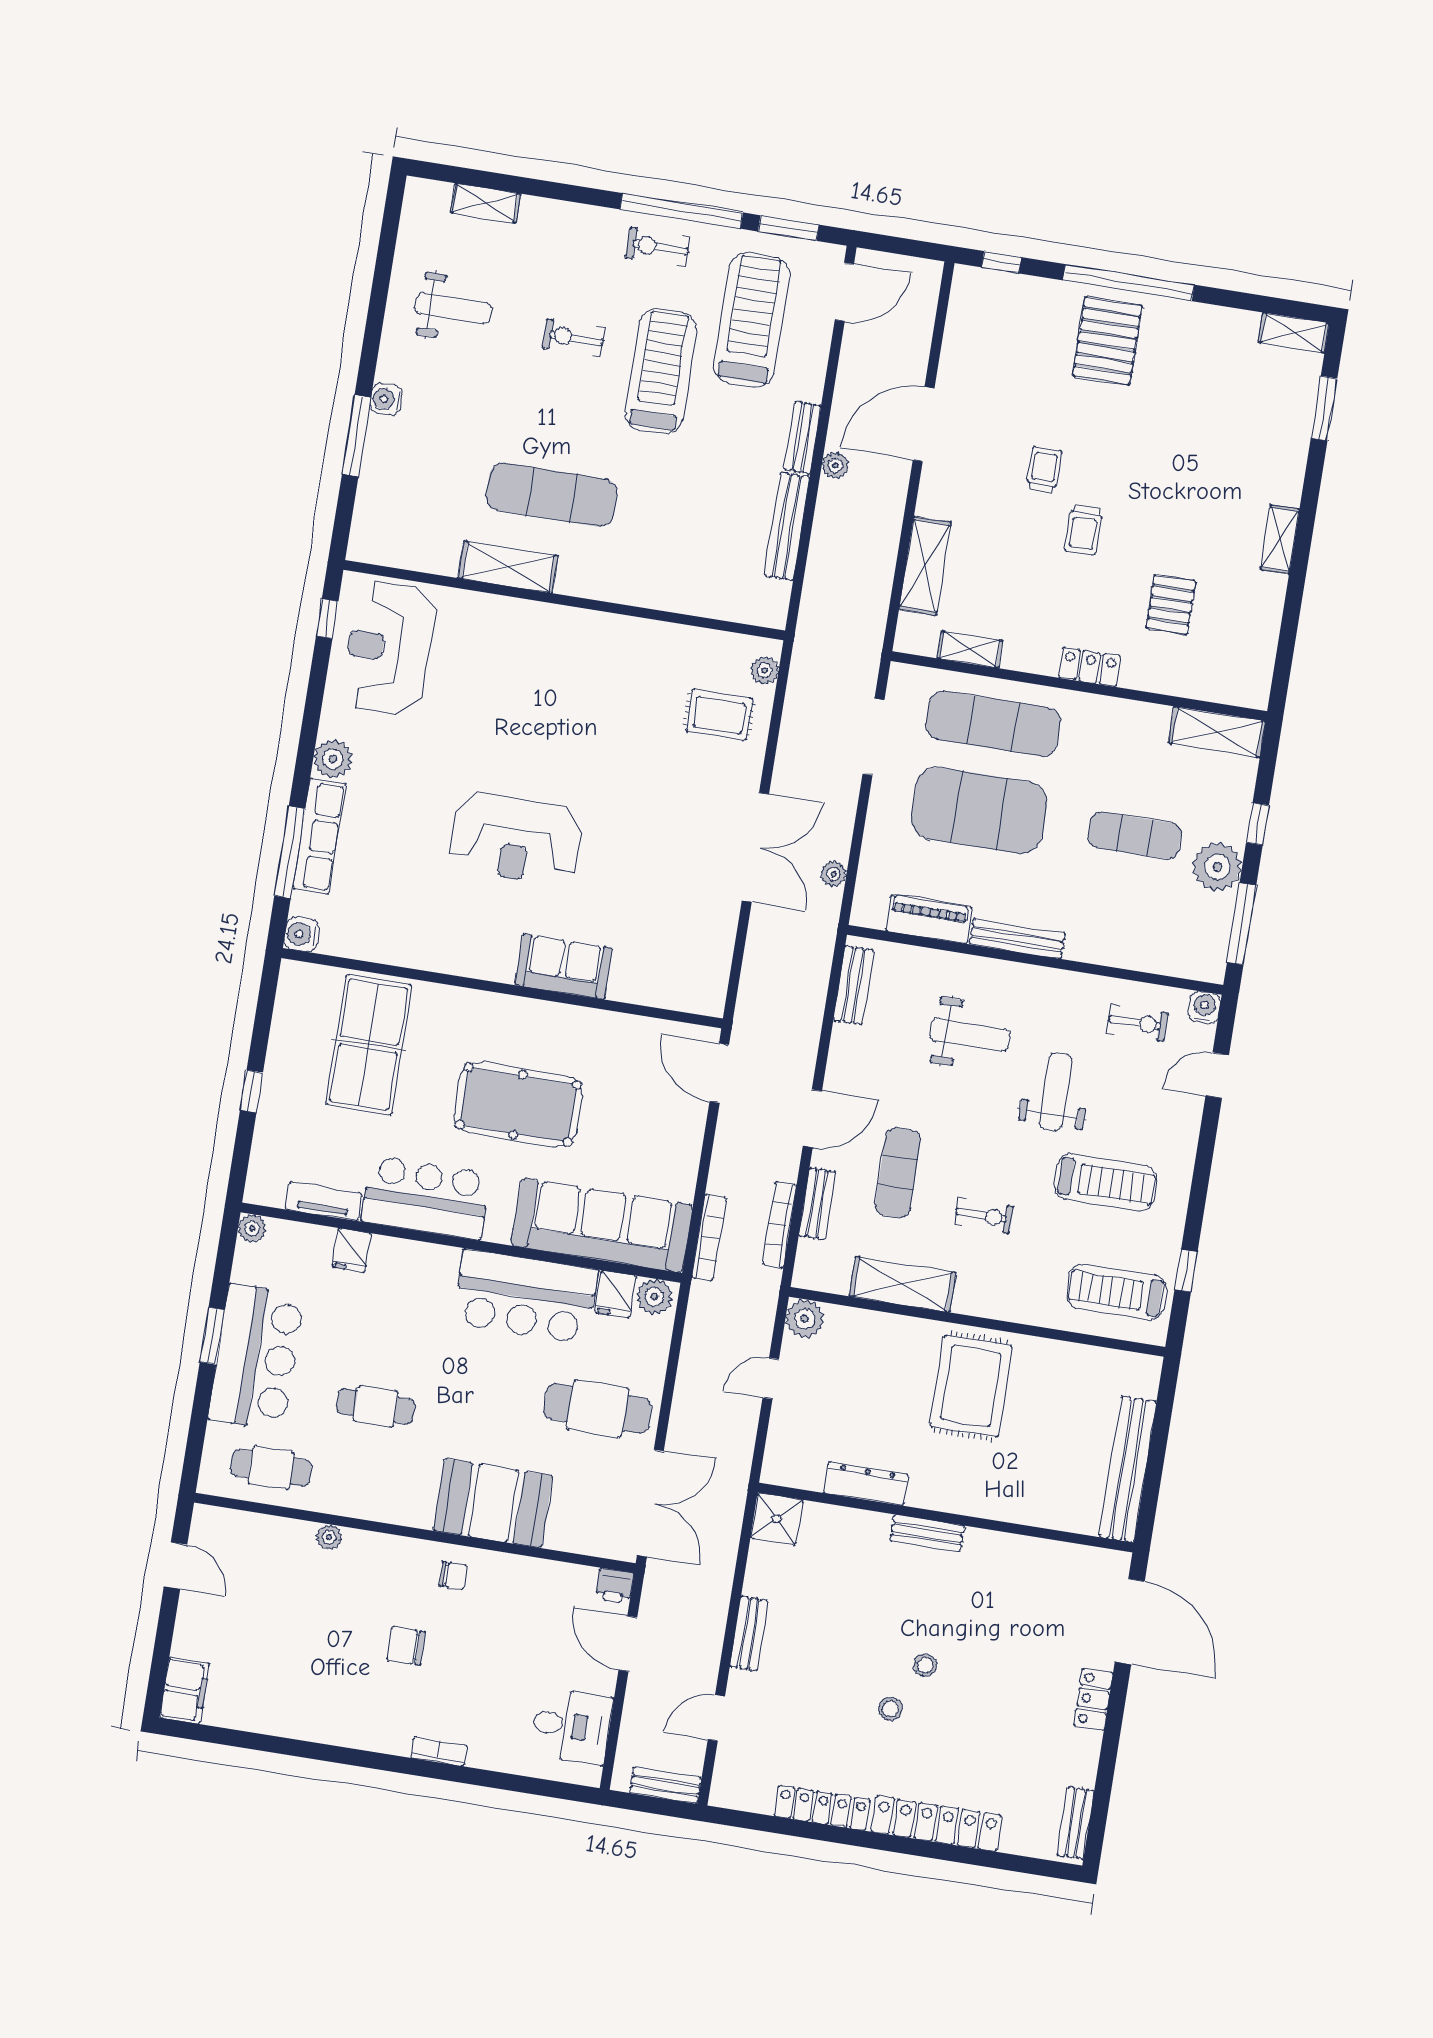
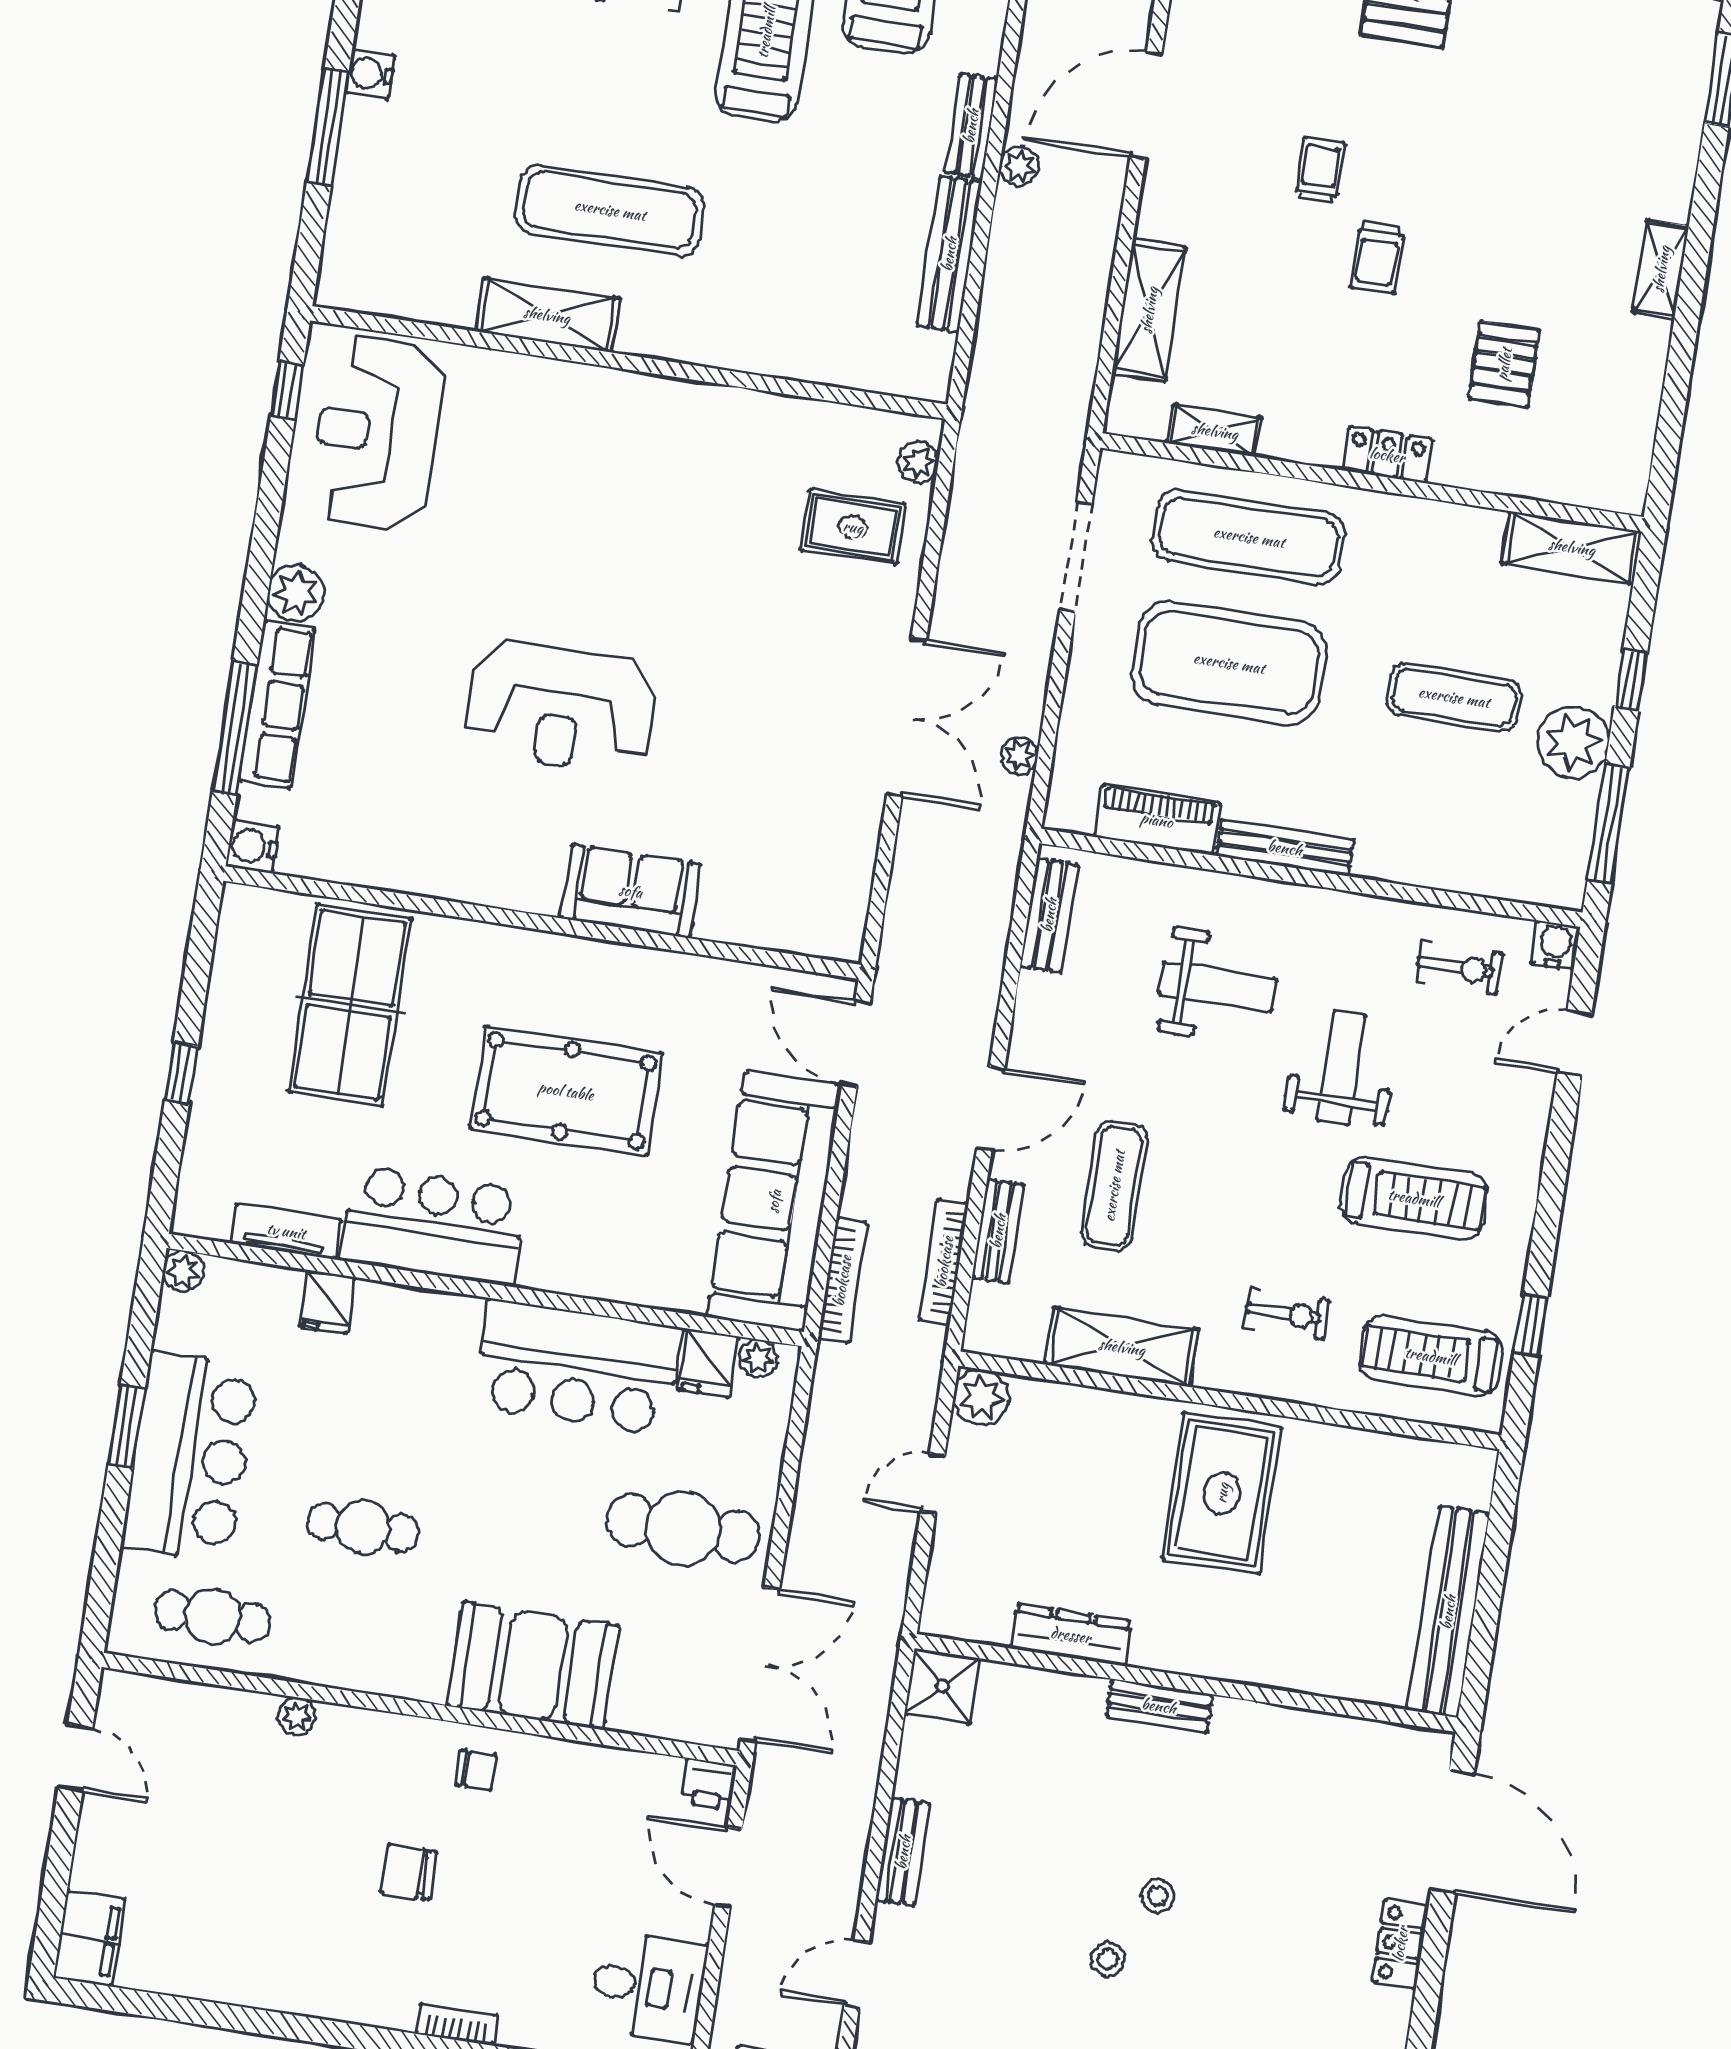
exercise bike: (984, 1216) -> (1287, 1314), moved
sofa: (602, 1225) -> (774, 1201), moved, turned -90
plant: (654, 1297) -> (758, 1358), width x0.73, depth x0.73

